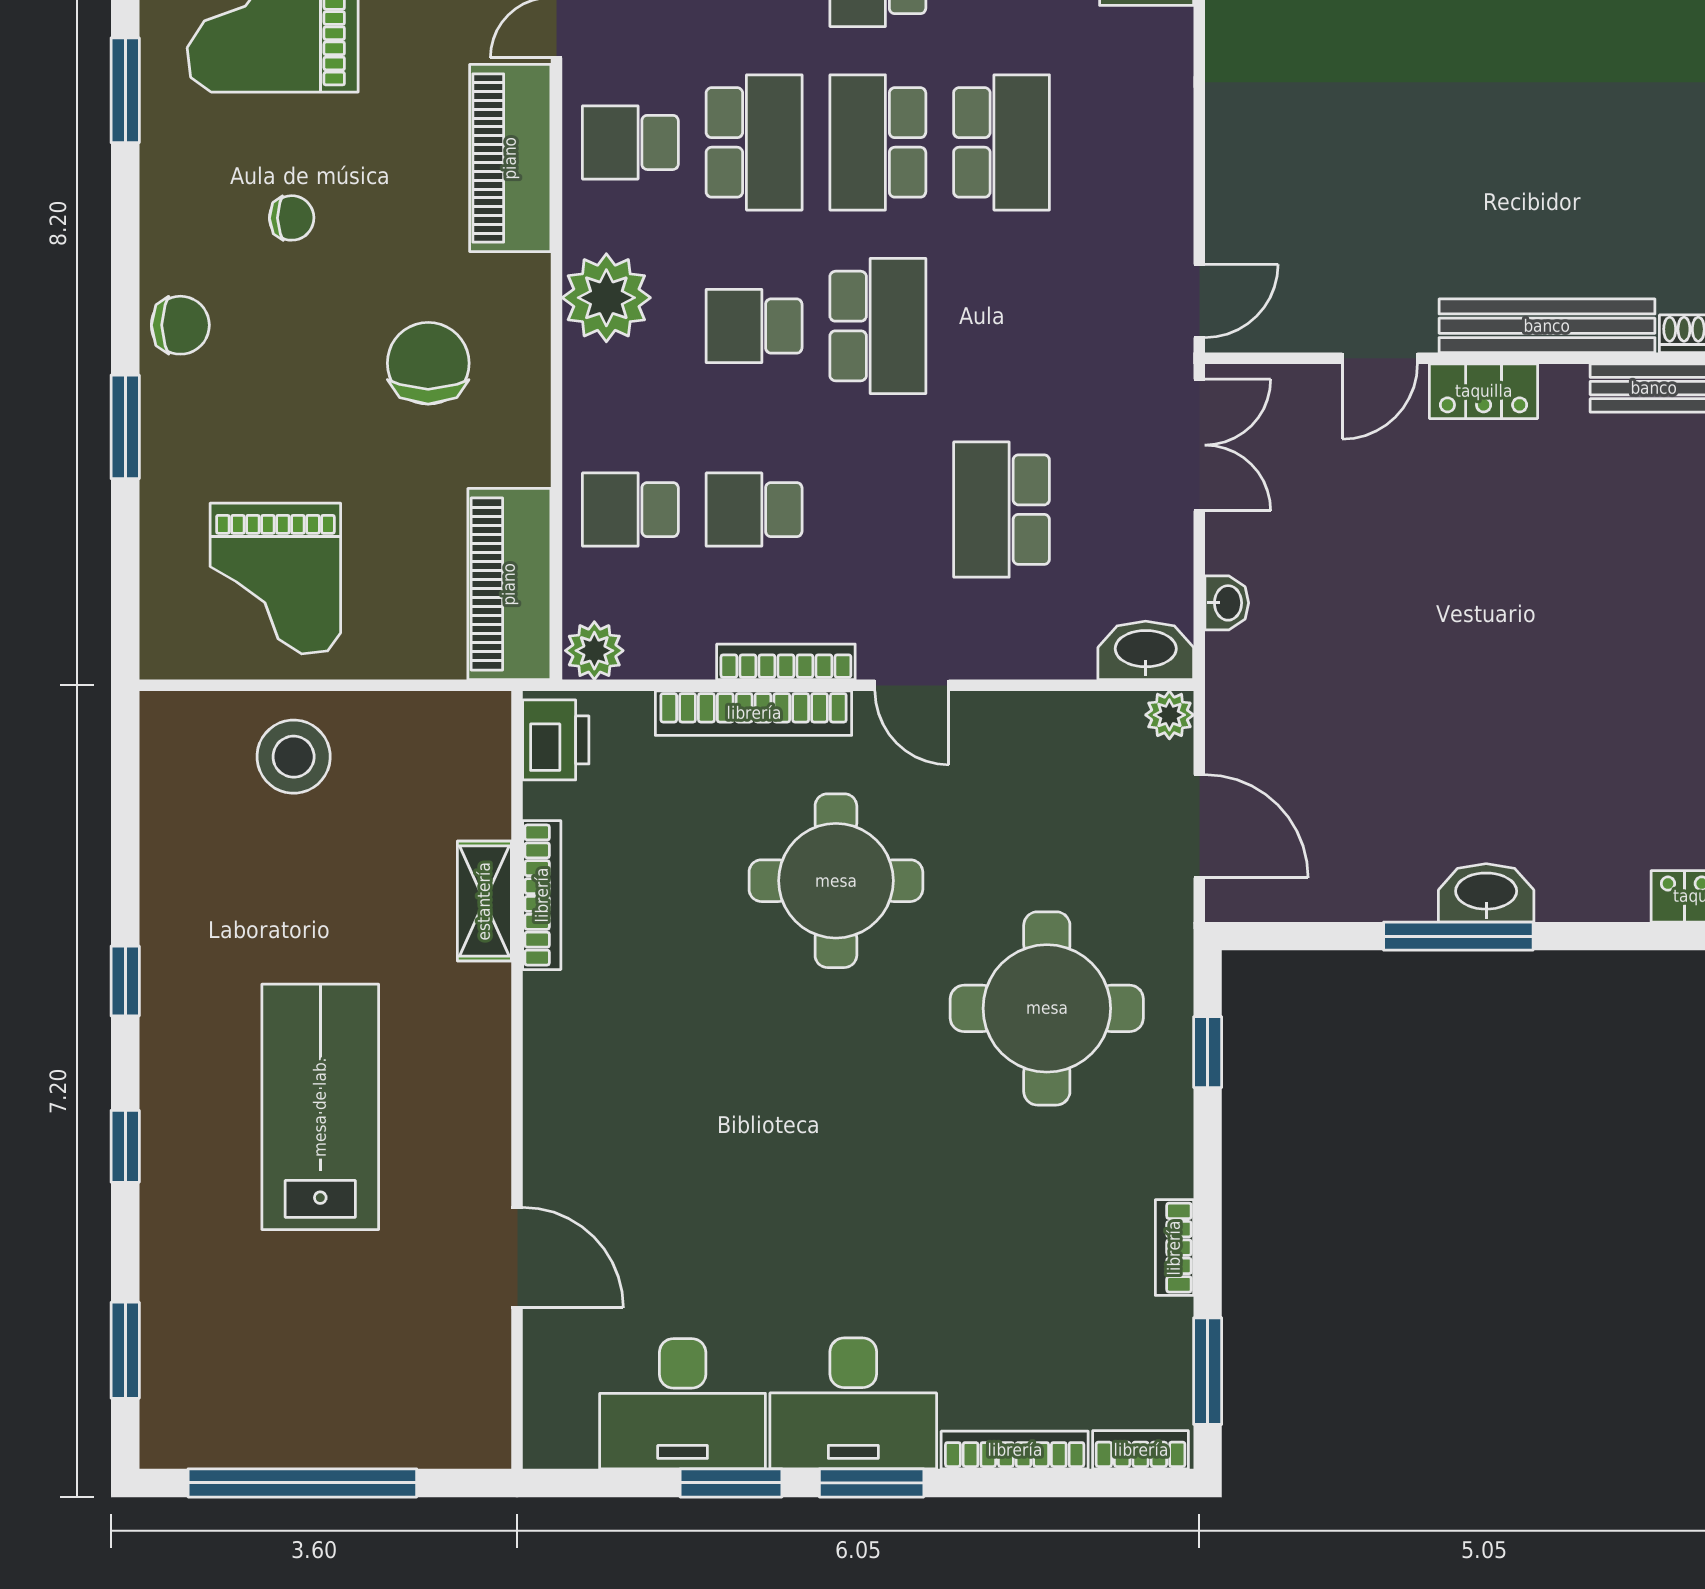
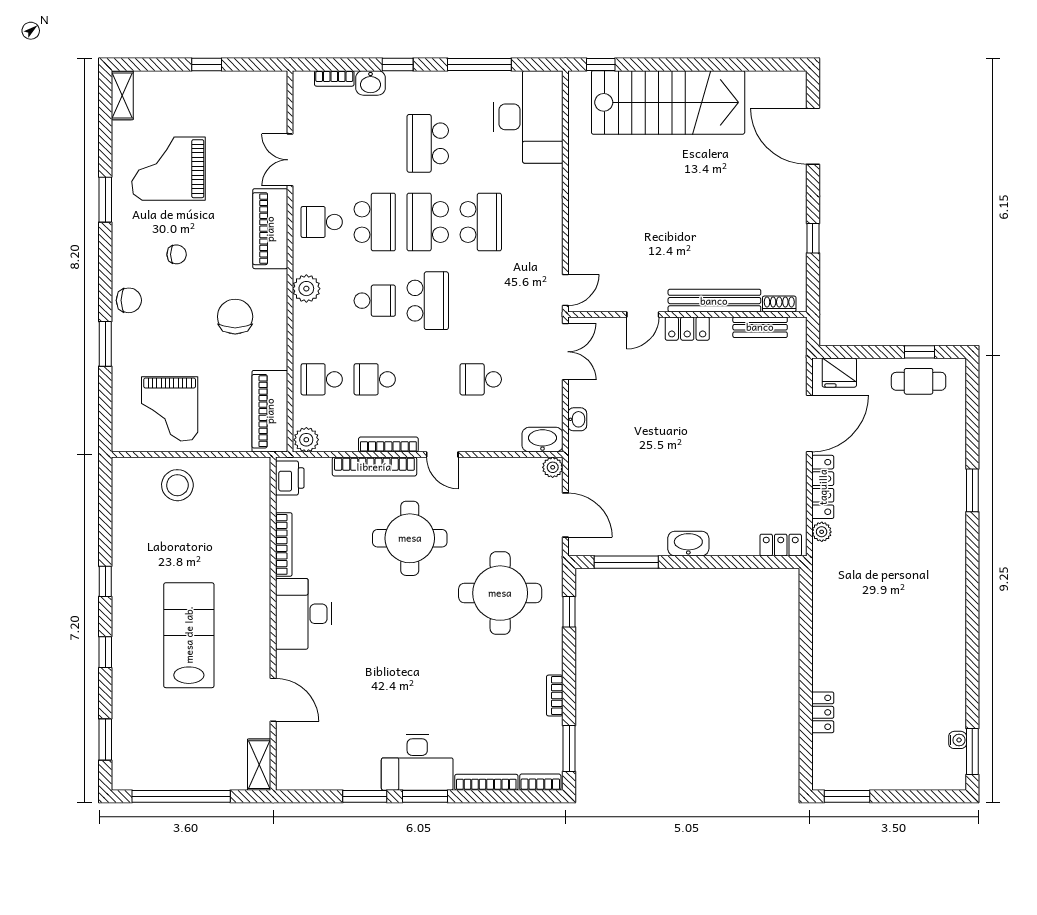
plant: (606, 298) -> (306, 289), width x0.73, depth x0.73
school desk: (754, 326) -> (375, 301), turned 180
school desk: (1002, 510) -> (481, 379), width x0.54
shelving: (484, 901) -> (259, 765), moved
window: (1458, 936) -> (626, 562), moved
desk: (683, 1404) -> (303, 614), moved, turned 90

